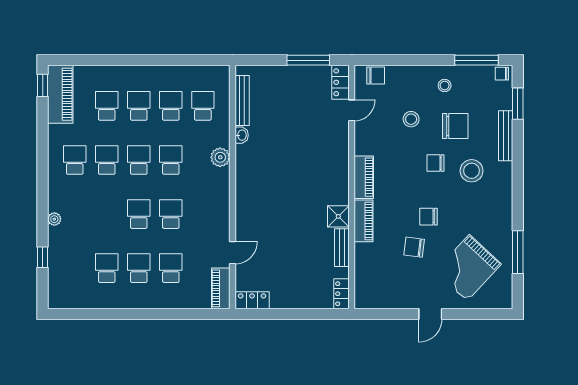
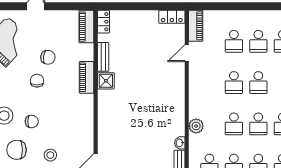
piano: (364, 177) -> (86, 27), moved
chair: (429, 217) -> (37, 81), turned -90

